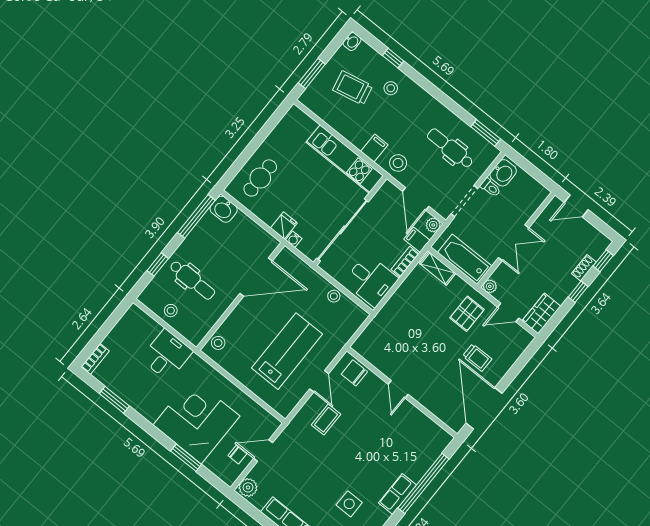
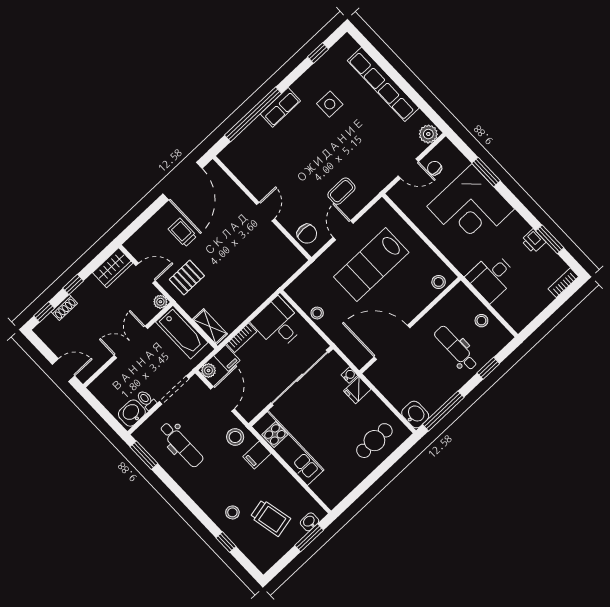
washbasin: (352, 41) -> (309, 522), moved
printer: (130, 396) -> (533, 241), added

